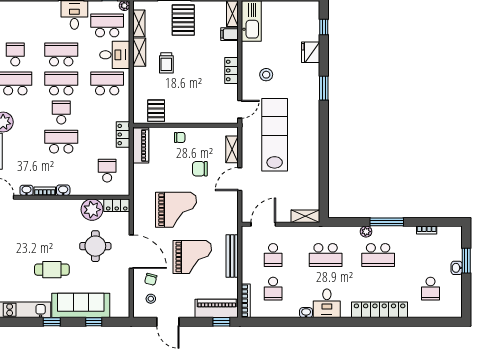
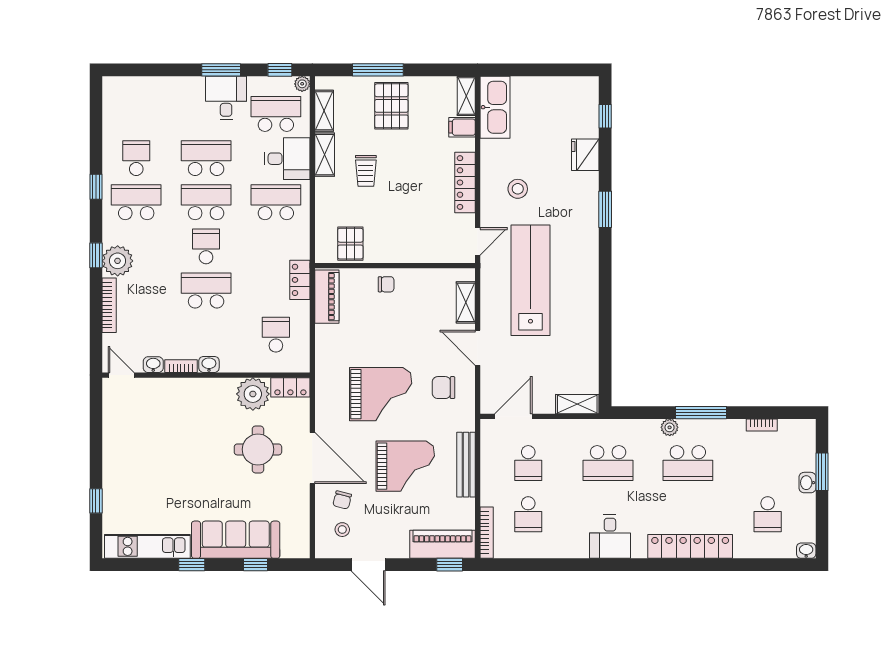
locker: (232, 71) -> (465, 183), width x1.53
chair: (200, 169) -> (444, 388), moved
door: (240, 179) -> (478, 348), hinge flipped
cafe table: (52, 270) -> (192, 485), removed
washbasin: (306, 313) -> (806, 551), moved

